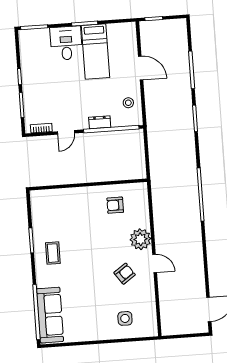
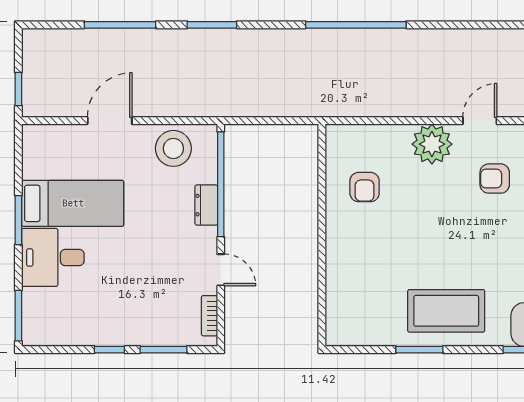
stool: (128, 103) -> (173, 148), width x1.89, depth x1.89
coffee table: (53, 253) -> (446, 311), width x1.86, depth x1.72
armchair: (125, 274) -> (495, 179), turned -55

